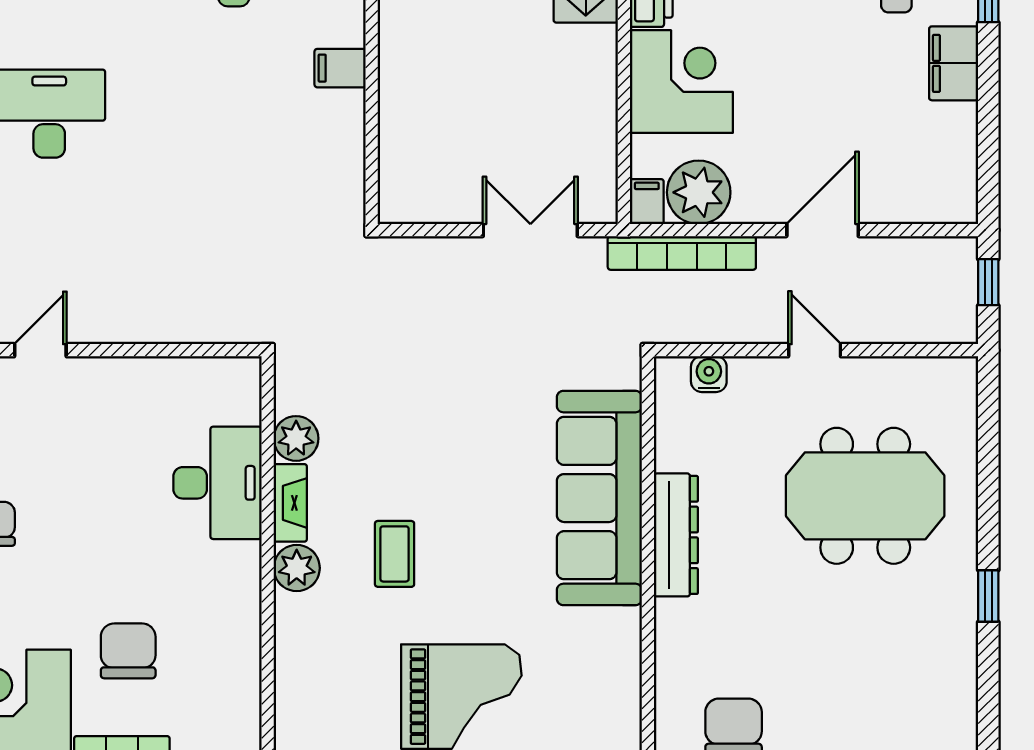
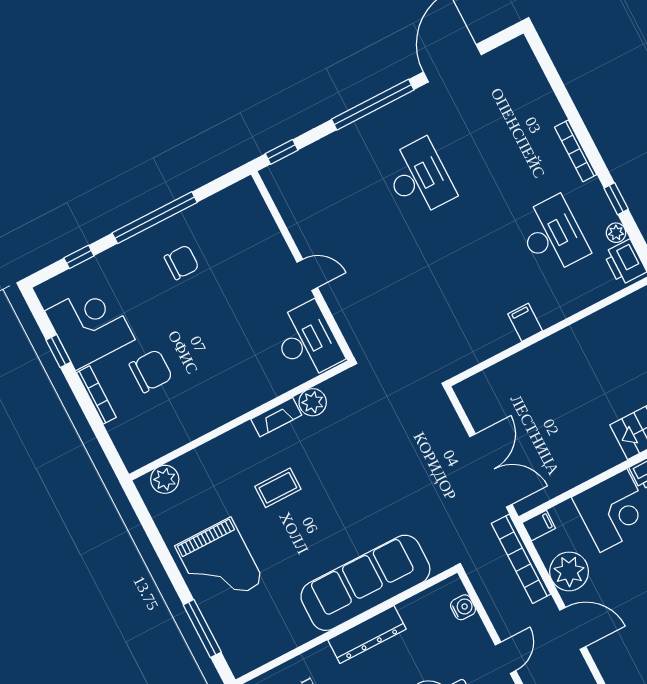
plant: (699, 192) -> (569, 571), moved
double door: (530, 230) -> (491, 470), width x1.37
door: (40, 350) -> (307, 275), moved
desk: (217, 483) -> (307, 341), moved, turned -90
plant: (297, 568) -> (165, 479), moved

